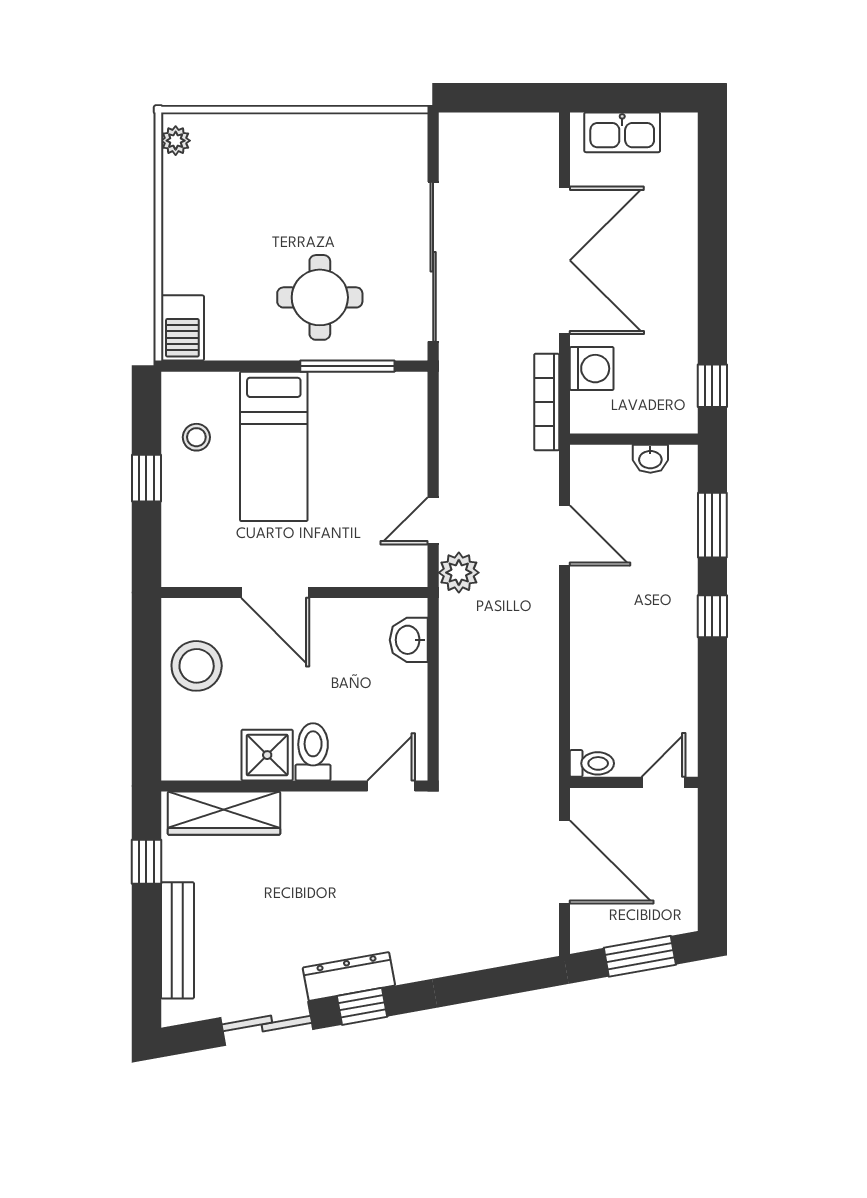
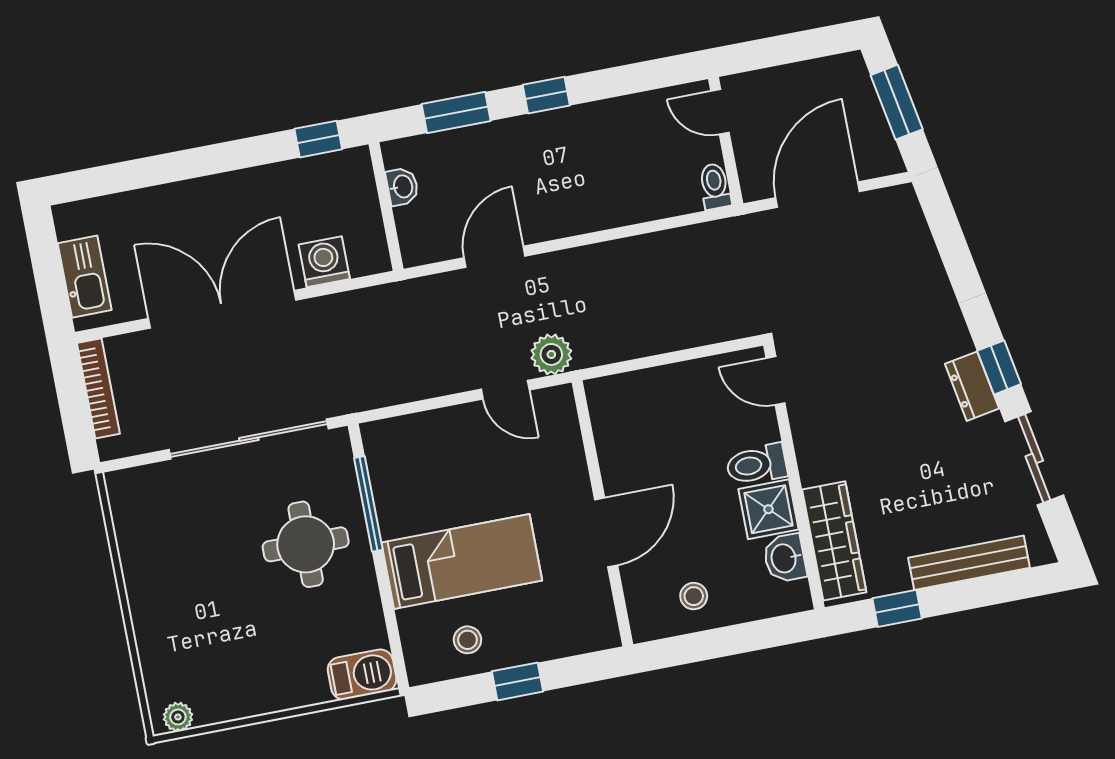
bookcase: (547, 402) -> (98, 388), moved, turned -90
washbasin: (409, 640) -> (785, 558), moved, turned 90
stool: (197, 666) -> (694, 596), width x0.53, depth x0.53
dresser: (349, 976) -> (972, 386), width x0.70

